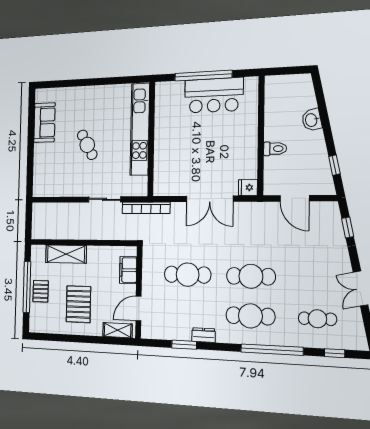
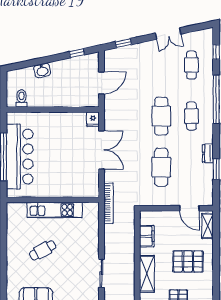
bar counter: (214, 95) -> (20, 157), width x1.36
kitchen unit: (140, 129) -> (55, 210), width x0.73
cafe table: (87, 145) -> (43, 250), moved
toilet: (275, 149) -> (22, 98), moved
sliding door: (105, 199) -> (101, 273), moved
filing cabinet: (128, 270) -> (147, 236), moved, turned -90
cafe table: (250, 316) -> (191, 116), width x0.73, depth x0.74

